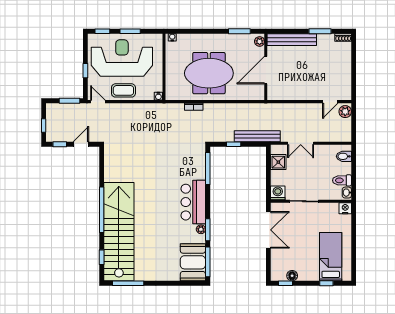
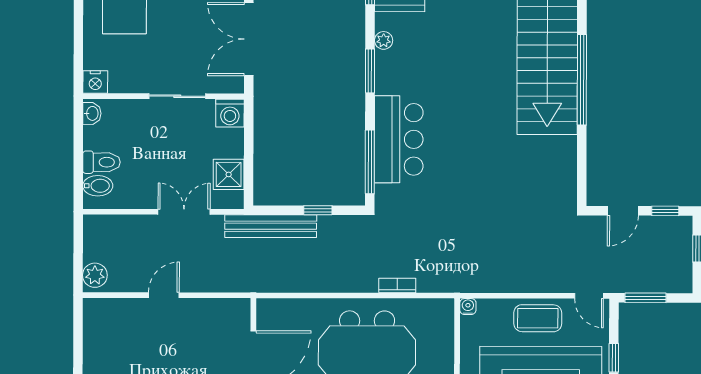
door: (330, 102) -> (164, 295), moved
toilet: (342, 180) -> (102, 162), moved
bar counter: (193, 202) -> (399, 139), moved
window: (208, 230) -> (370, 71), moved

